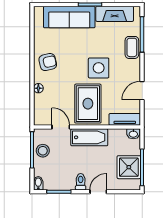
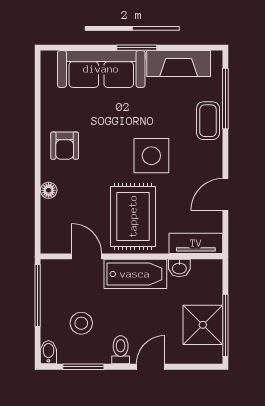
armchair: (48, 62) -> (65, 146), turned 103
washbasin: (133, 134) -> (179, 268), moved
stool: (43, 151) -> (81, 323), moved

